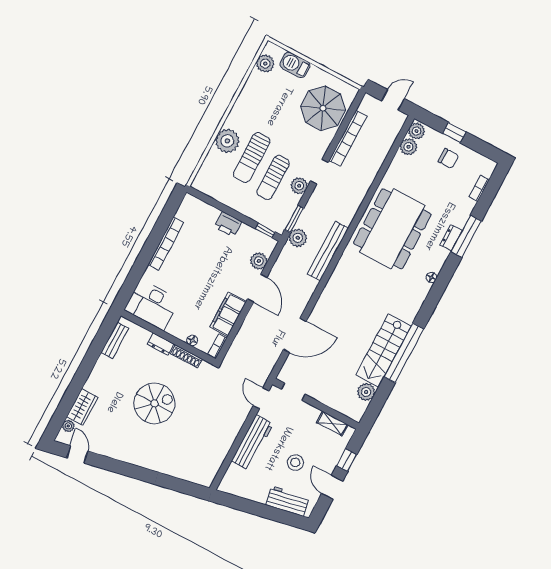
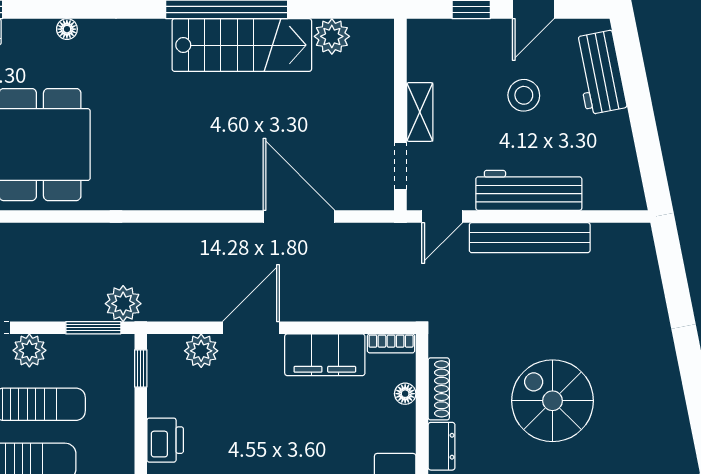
bench: (328, 251) -> (530, 238), moved
shelving: (332, 424) -> (420, 112), moved

